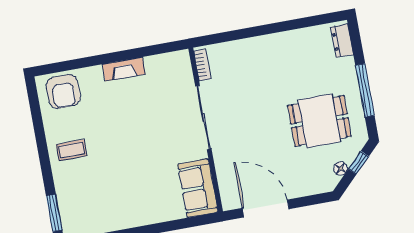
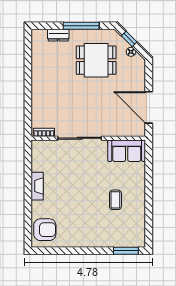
dresser: (342, 41) -> (58, 35), moved
dining table: (319, 121) -> (96, 60), turned 90
coffee table: (72, 150) -> (115, 200), moved
door: (266, 209) -> (149, 107), hinge flipped

